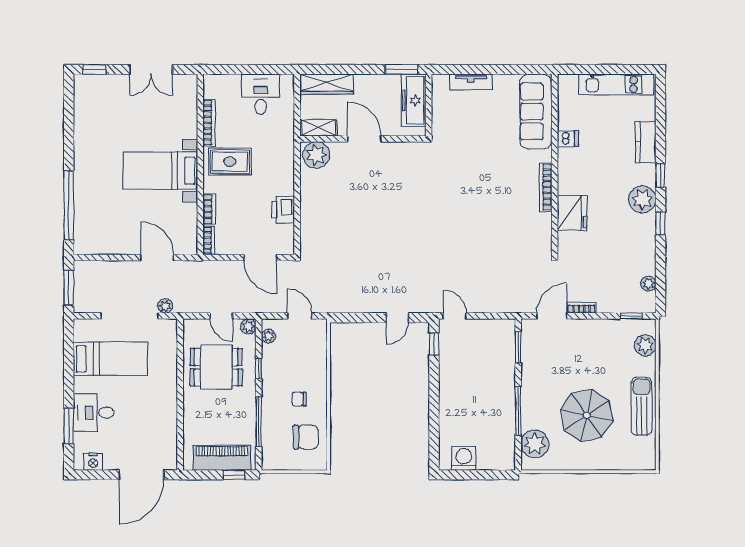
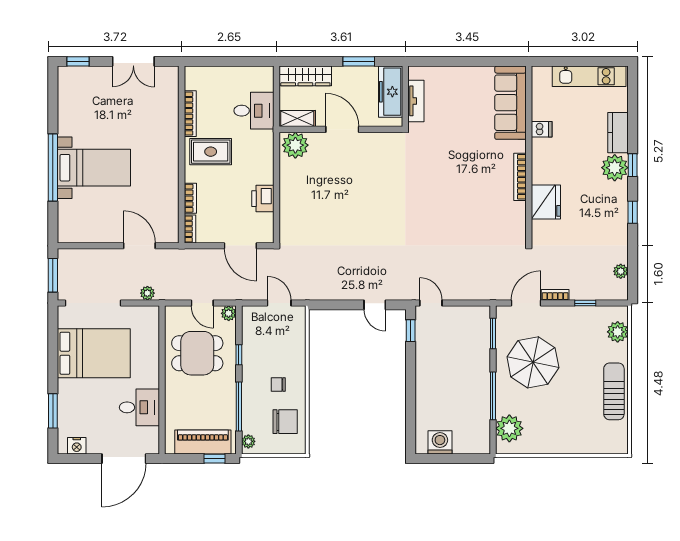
window: (402, 69) -> (359, 61), moved
tv unit: (471, 82) -> (416, 101), moved, turned -90
desk: (261, 94) -> (254, 111), moved, turned 90
bed with nightstands: (160, 171) -> (94, 168), moved, turned 180
plant: (642, 199) -> (615, 168), moved
window: (69, 205) -> (53, 168), moved
doorway: (129, 316) -> (93, 303), moved
window: (631, 316) -> (585, 303), moved
door: (397, 318) -> (375, 305), hinge flipped
plant: (268, 336) -> (248, 441), moved
bed: (110, 359) -> (94, 353), width x1.50
desk: (94, 413) -> (139, 407), moved, turned 180
parasol: (587, 415) -> (533, 362), moved

